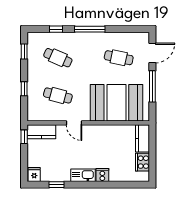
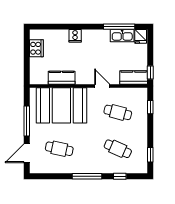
window: (24, 89) -> (150, 107), moved
kitchen counter: (143, 138) -> (62, 78), moved, turned -90
kitchen sink: (83, 175) -> (122, 36), moved
window: (57, 185) -> (119, 27), width x2.17

